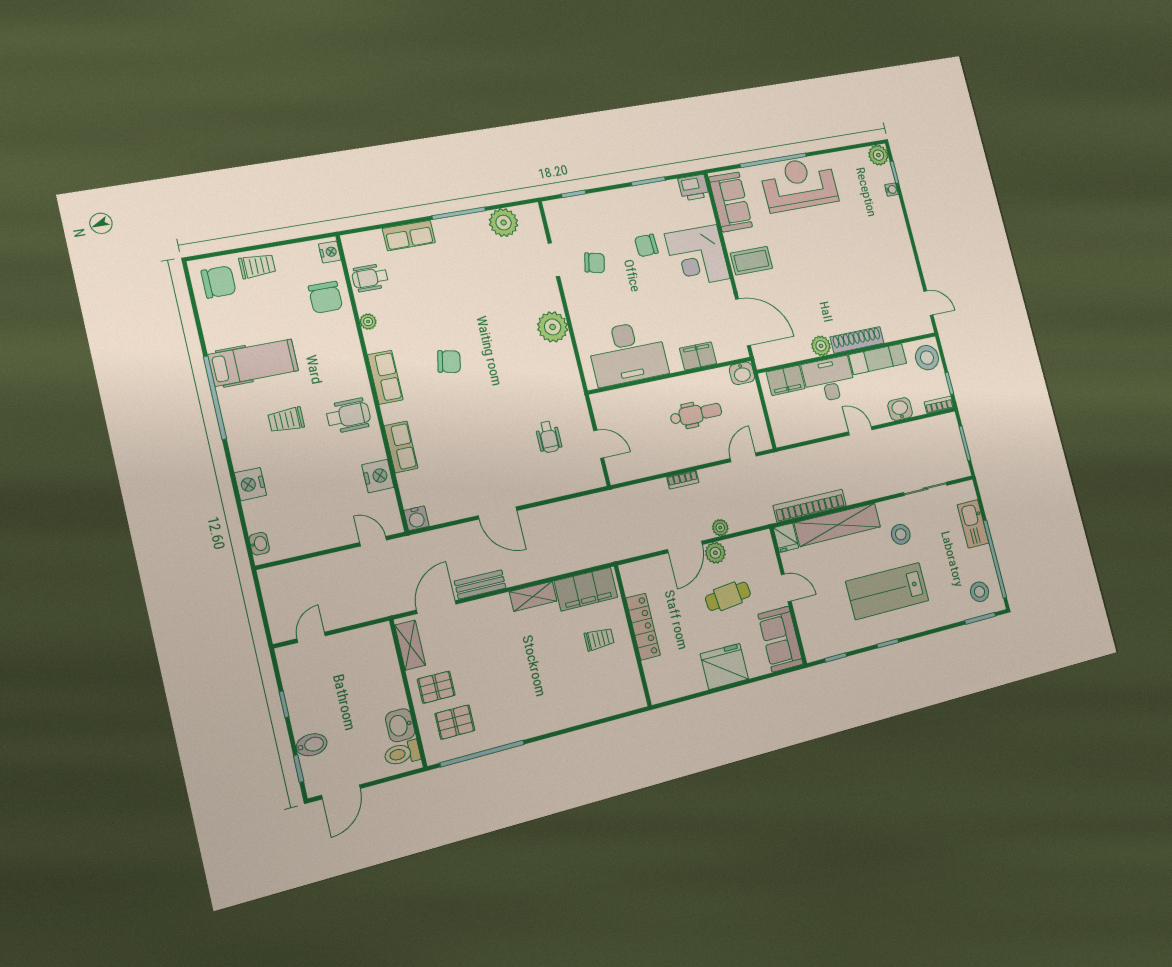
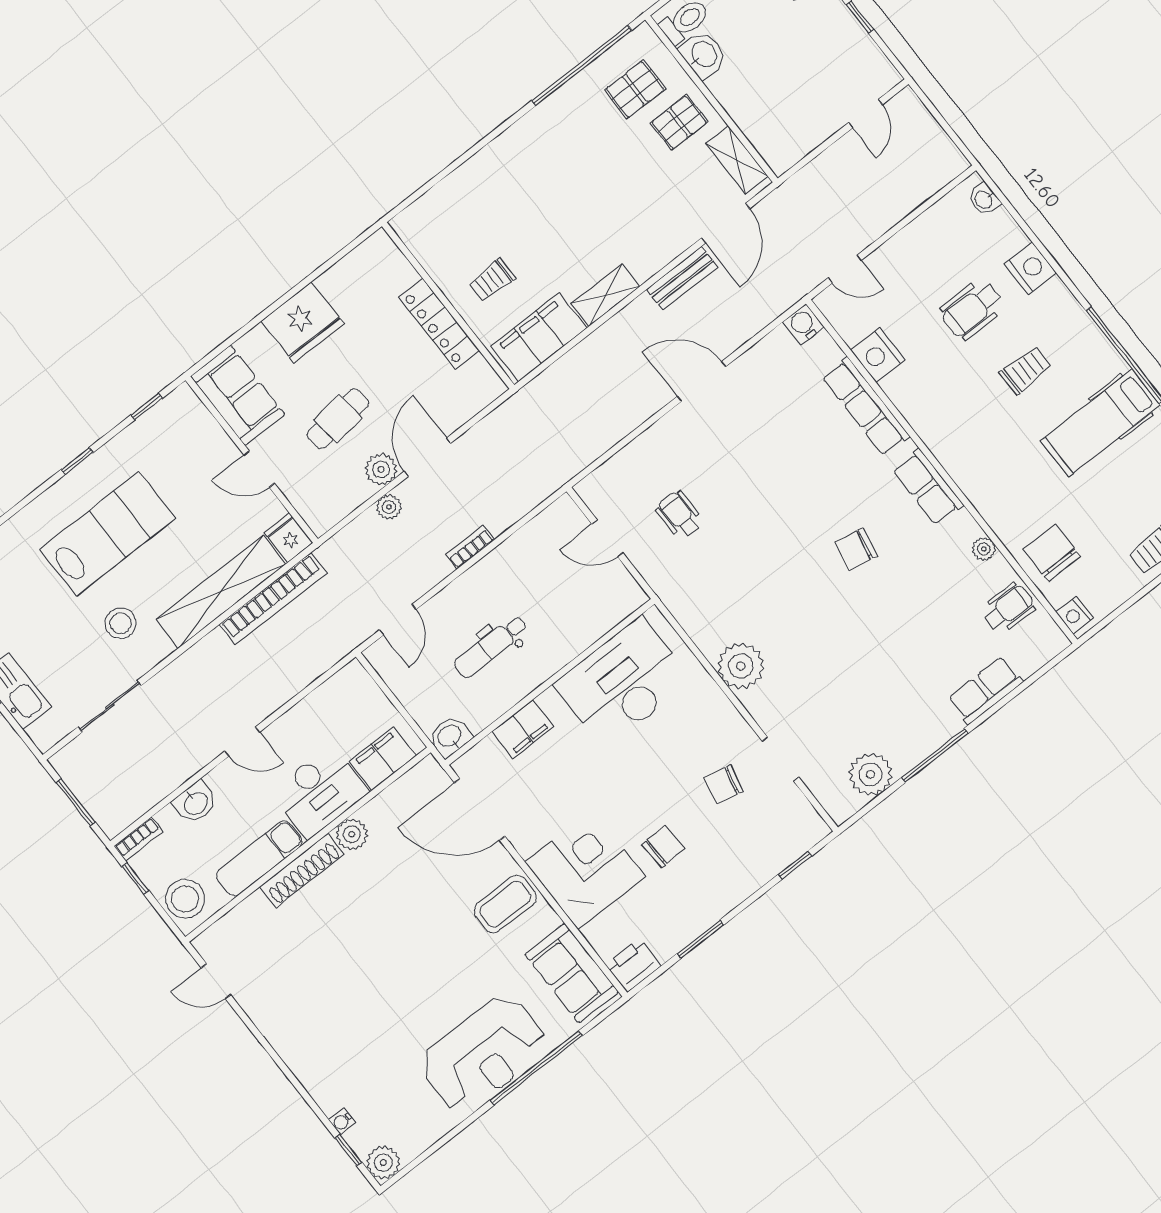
wheelchair: (348, 416) -> (972, 309), moved
row of seats: (401, 447) -> (866, 407), width x1.48

